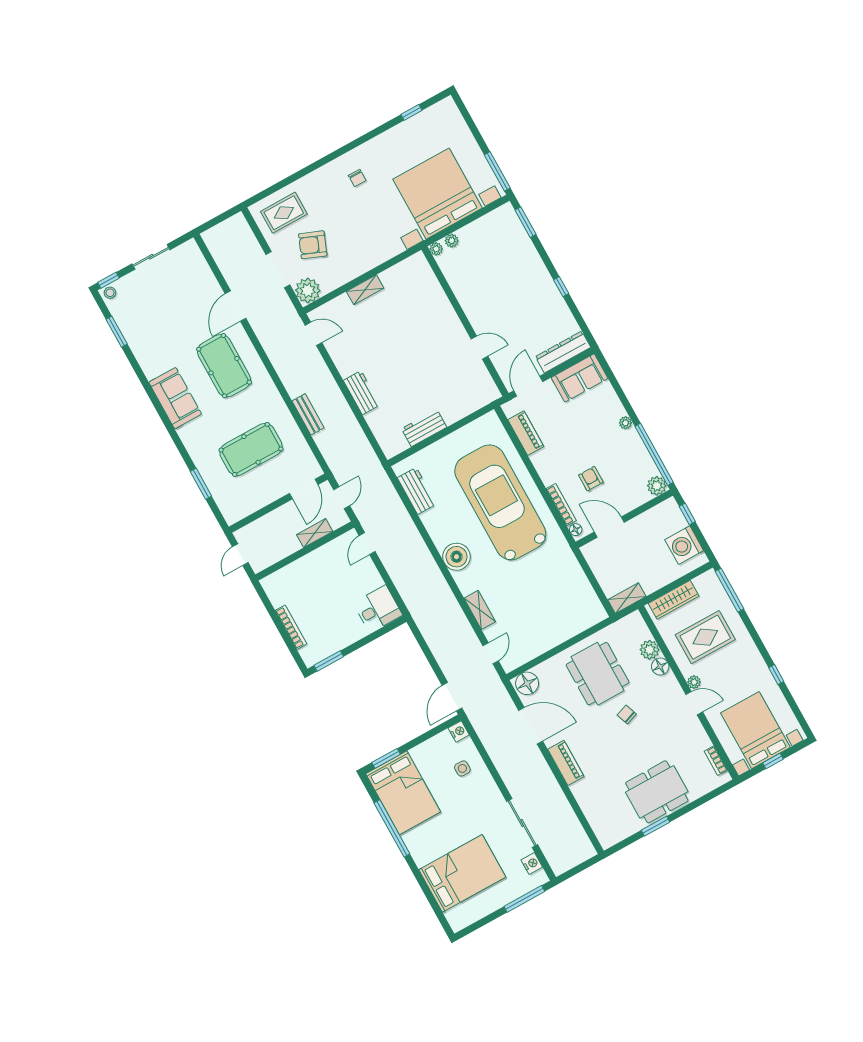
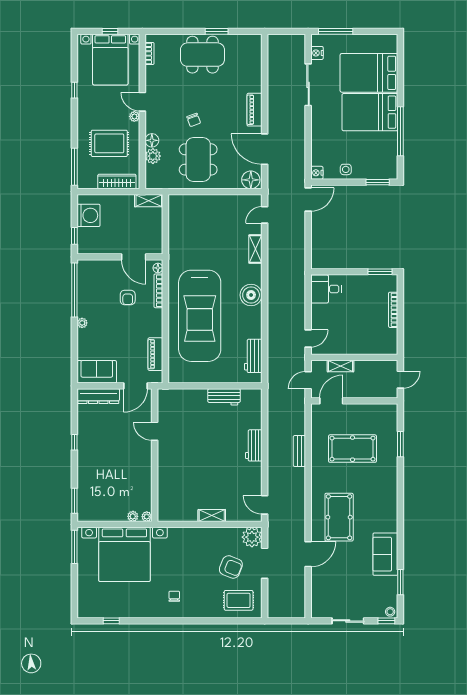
sofa: (175, 398) -> (385, 554), moved
plant: (657, 486) -> (85, 267), removed
side table: (462, 768) -> (346, 169), moved
bed: (403, 793) -> (370, 112), moved, turned -90

